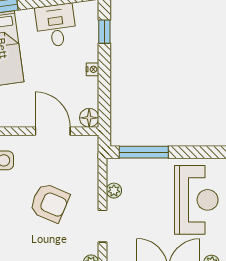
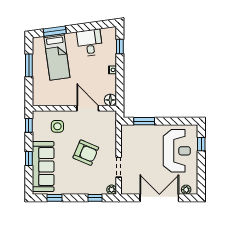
window: (144, 152) -> (144, 121), width x0.69
plant: (114, 191) -> (126, 145), removed

